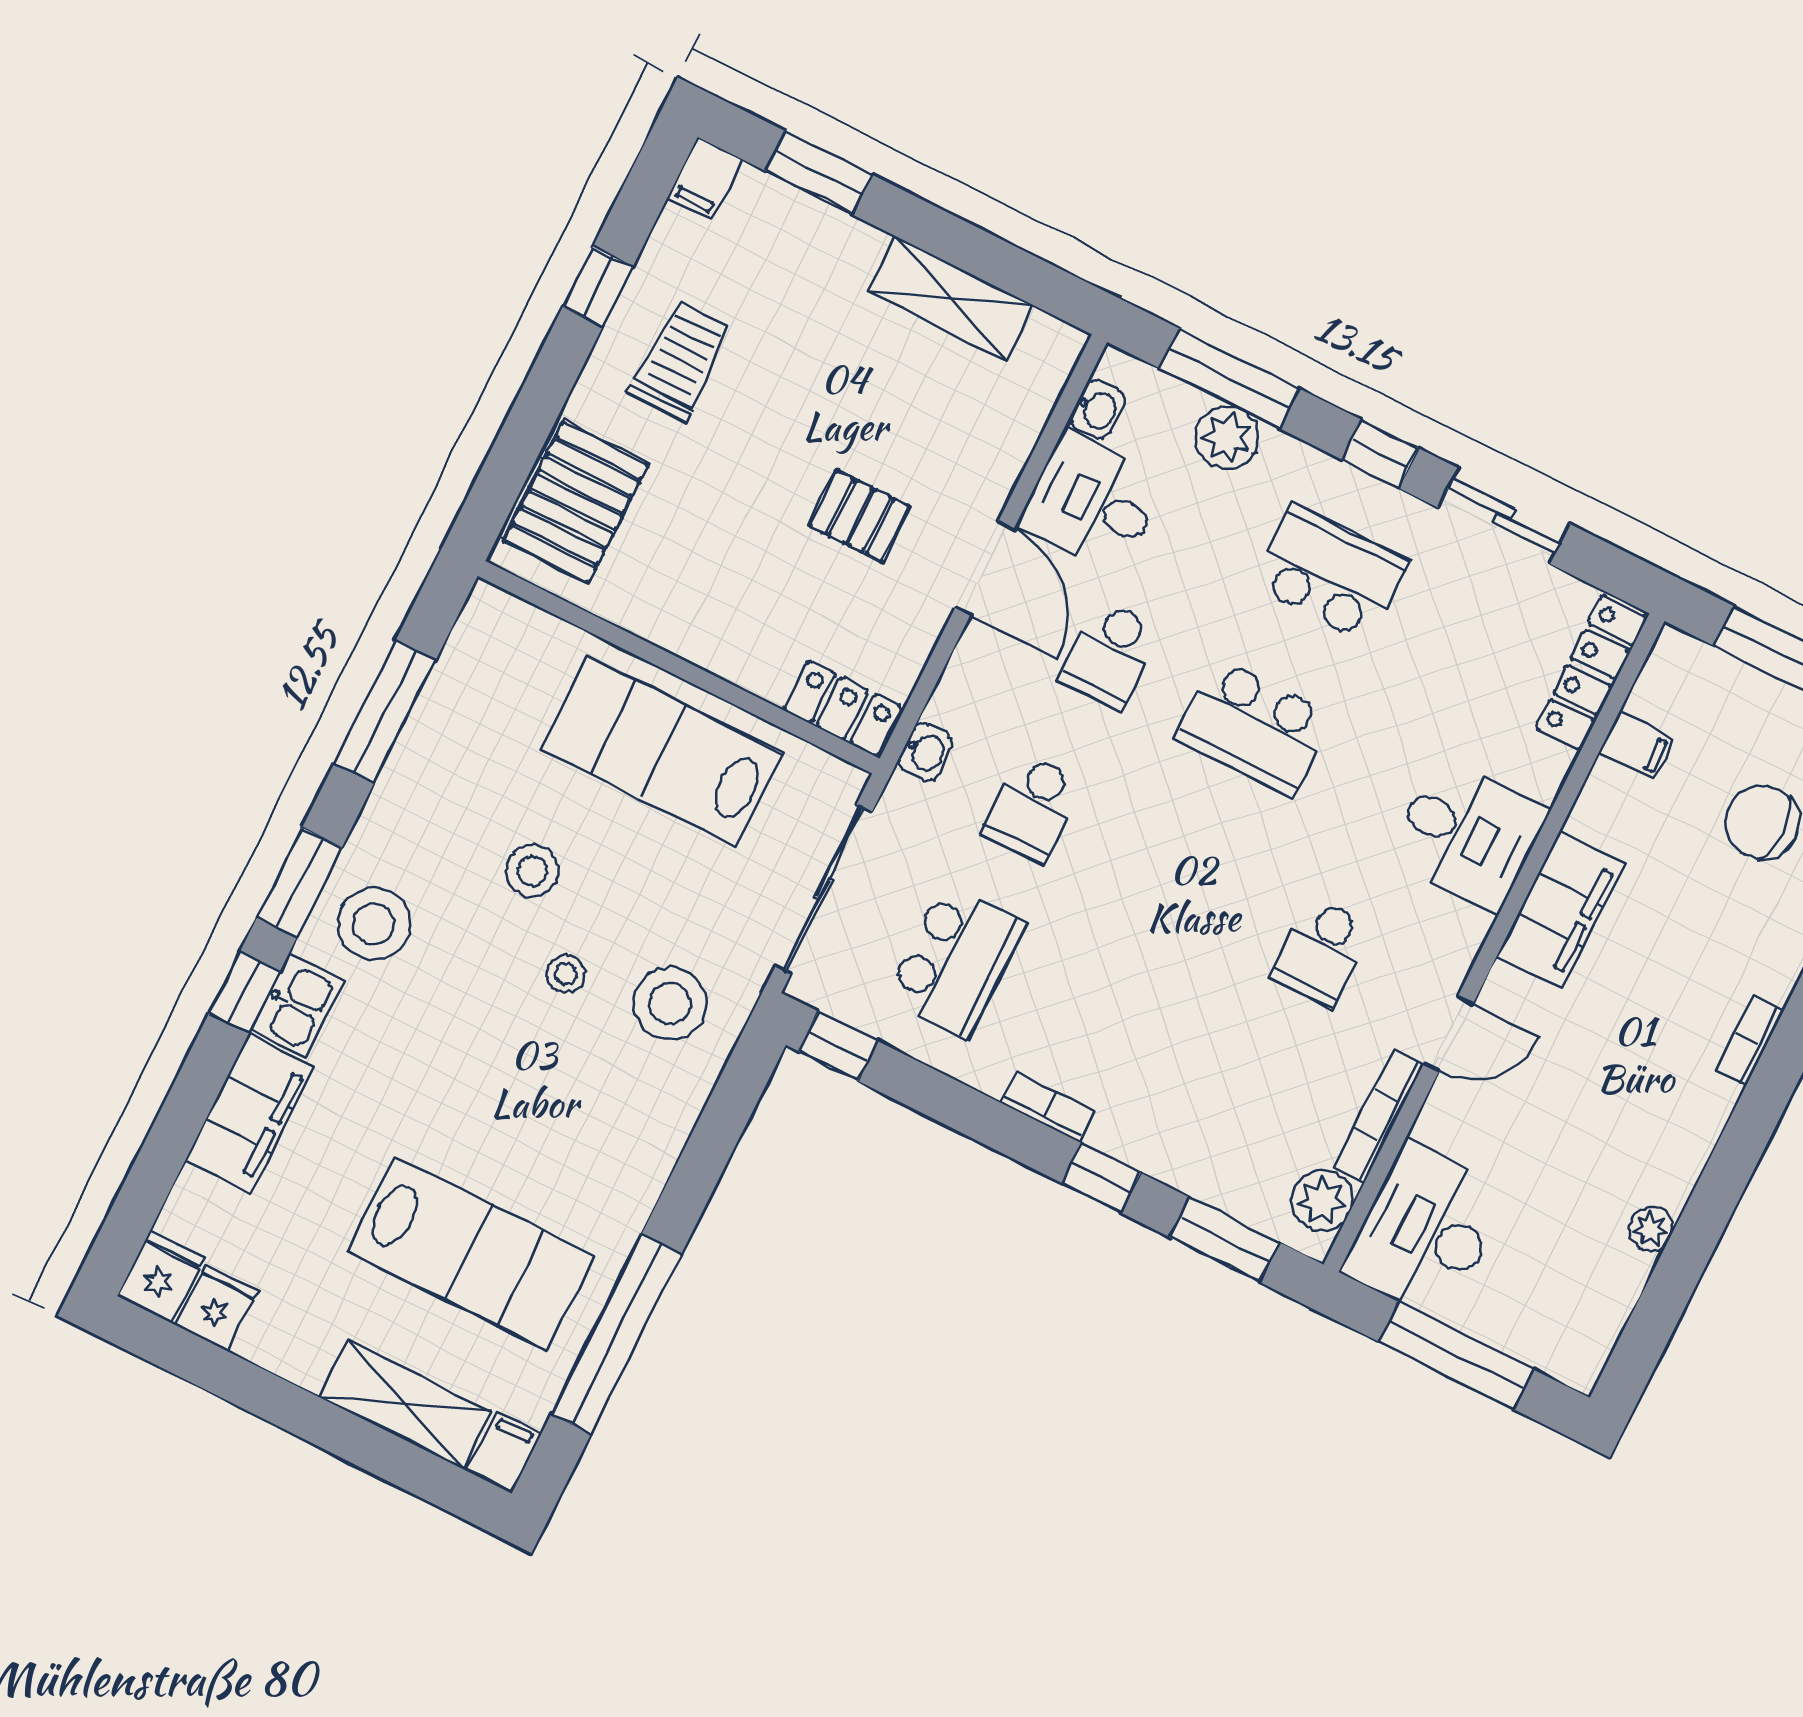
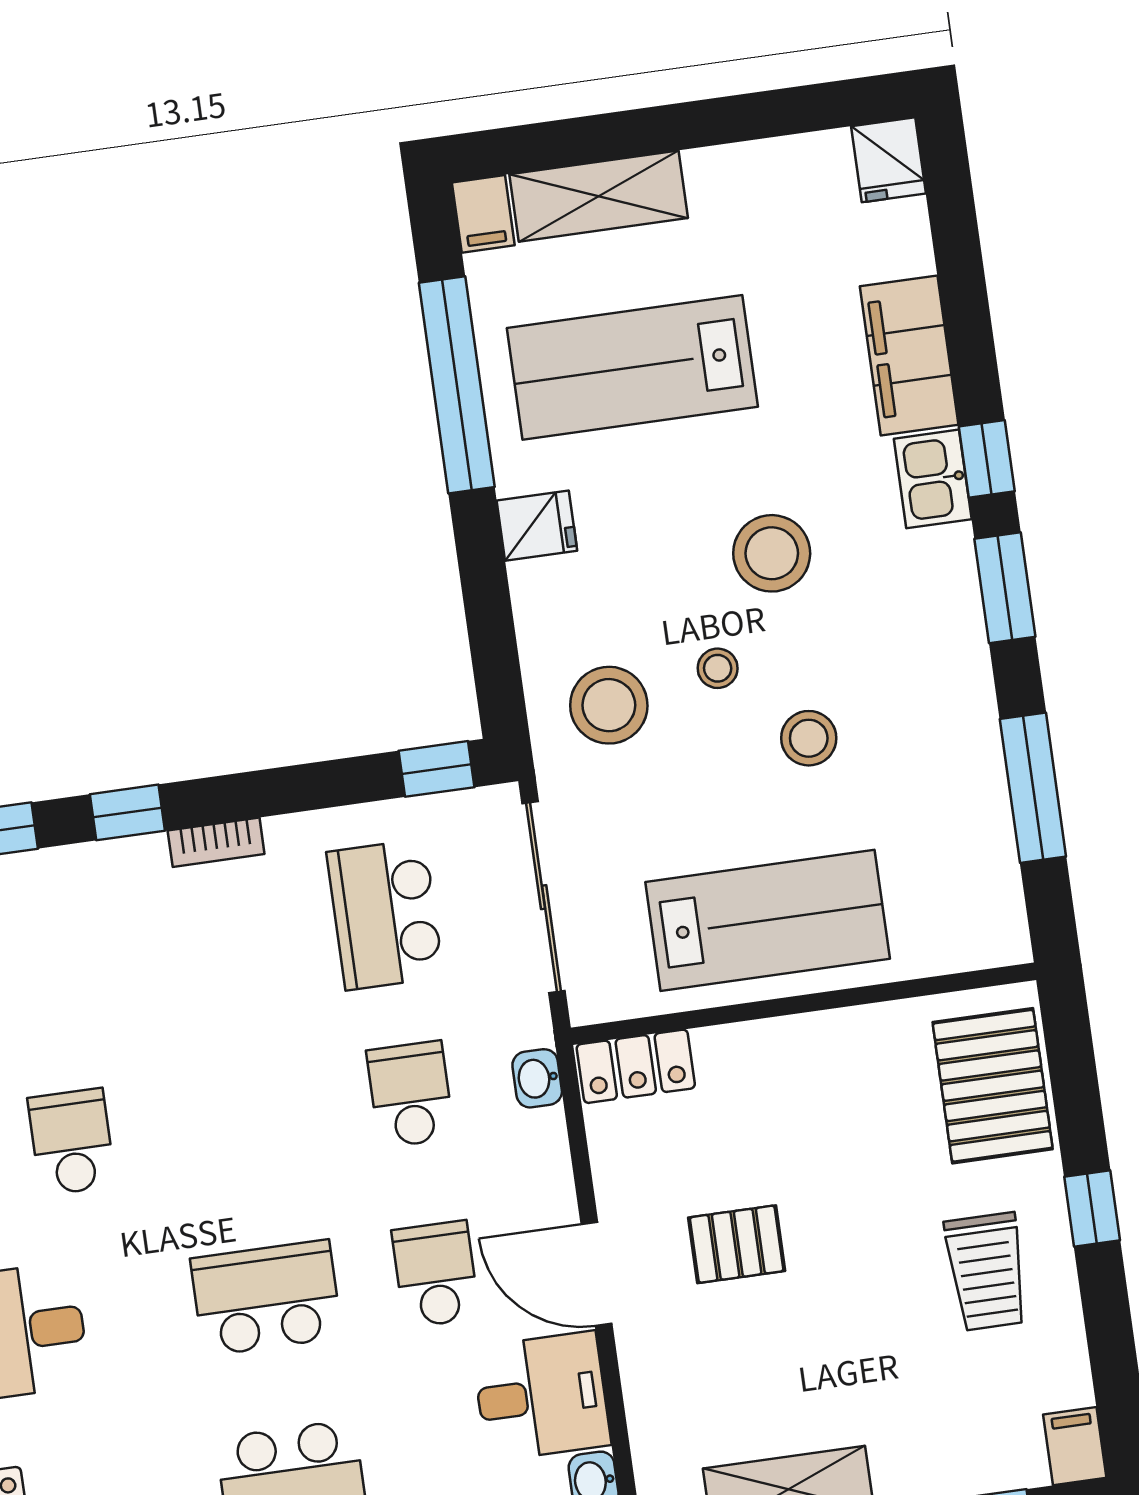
window: (598, 287) -> (1092, 1209), moved
stool: (374, 924) -> (772, 553), moved
fridge: (217, 1307) -> (537, 526), moved, turned -90

